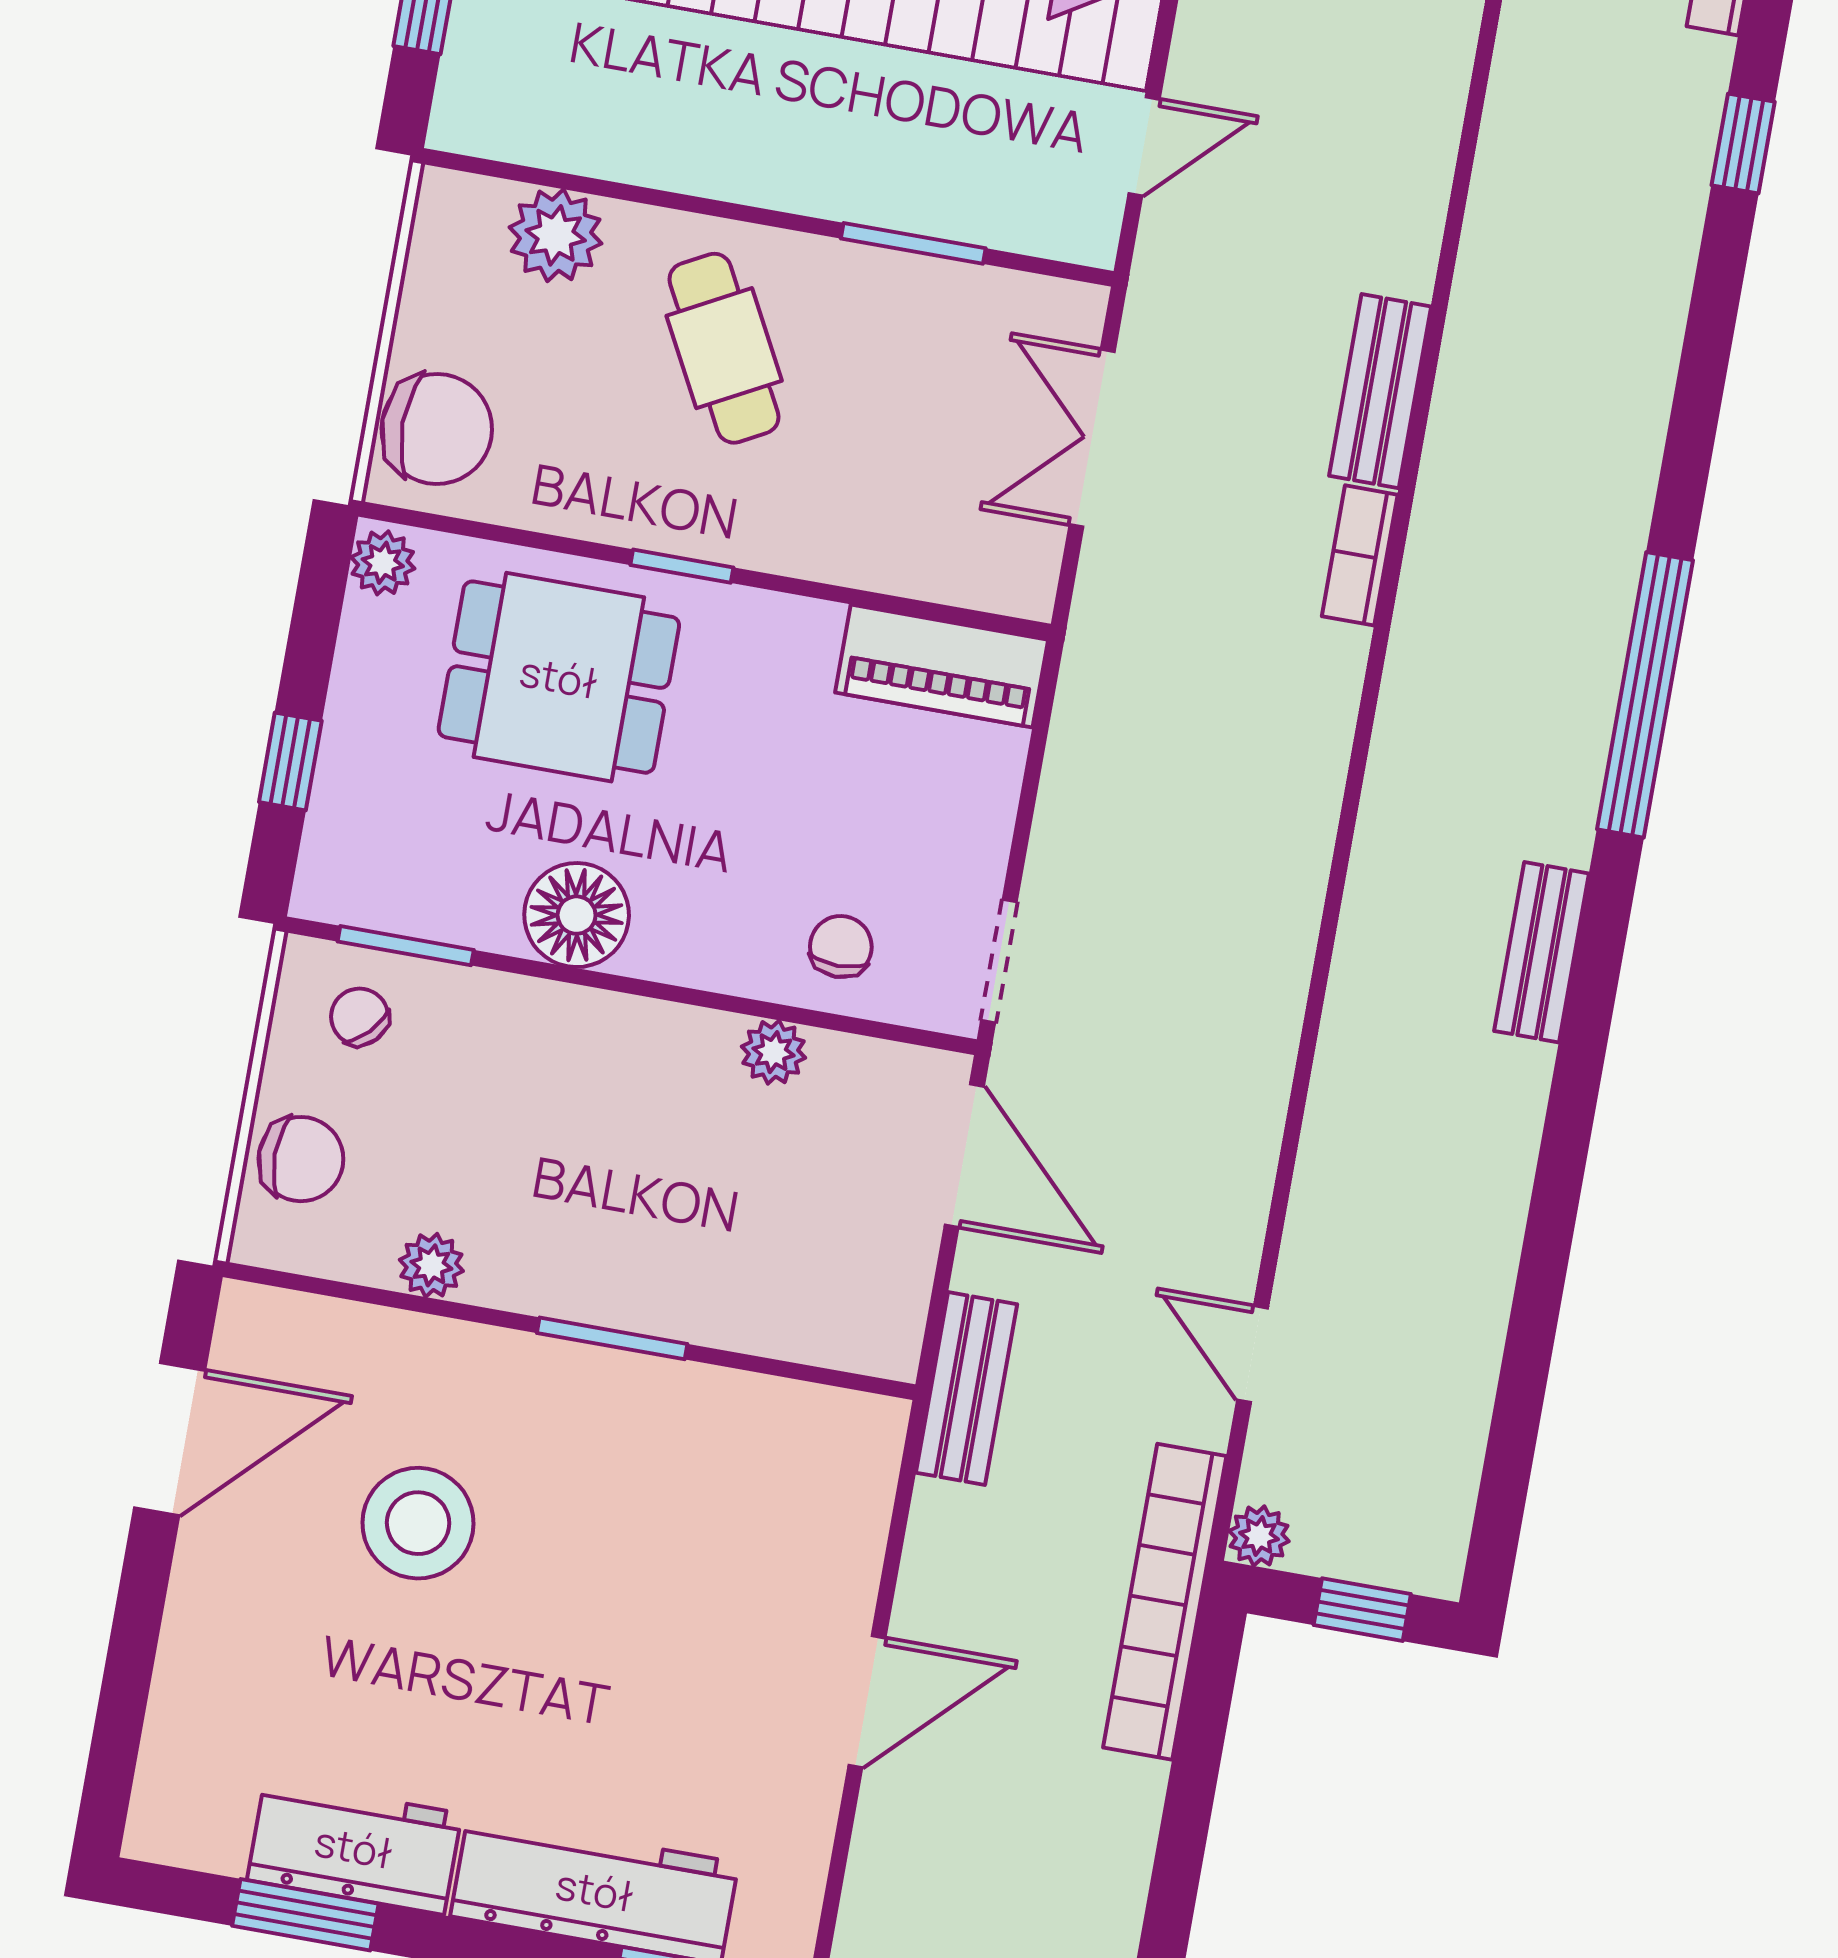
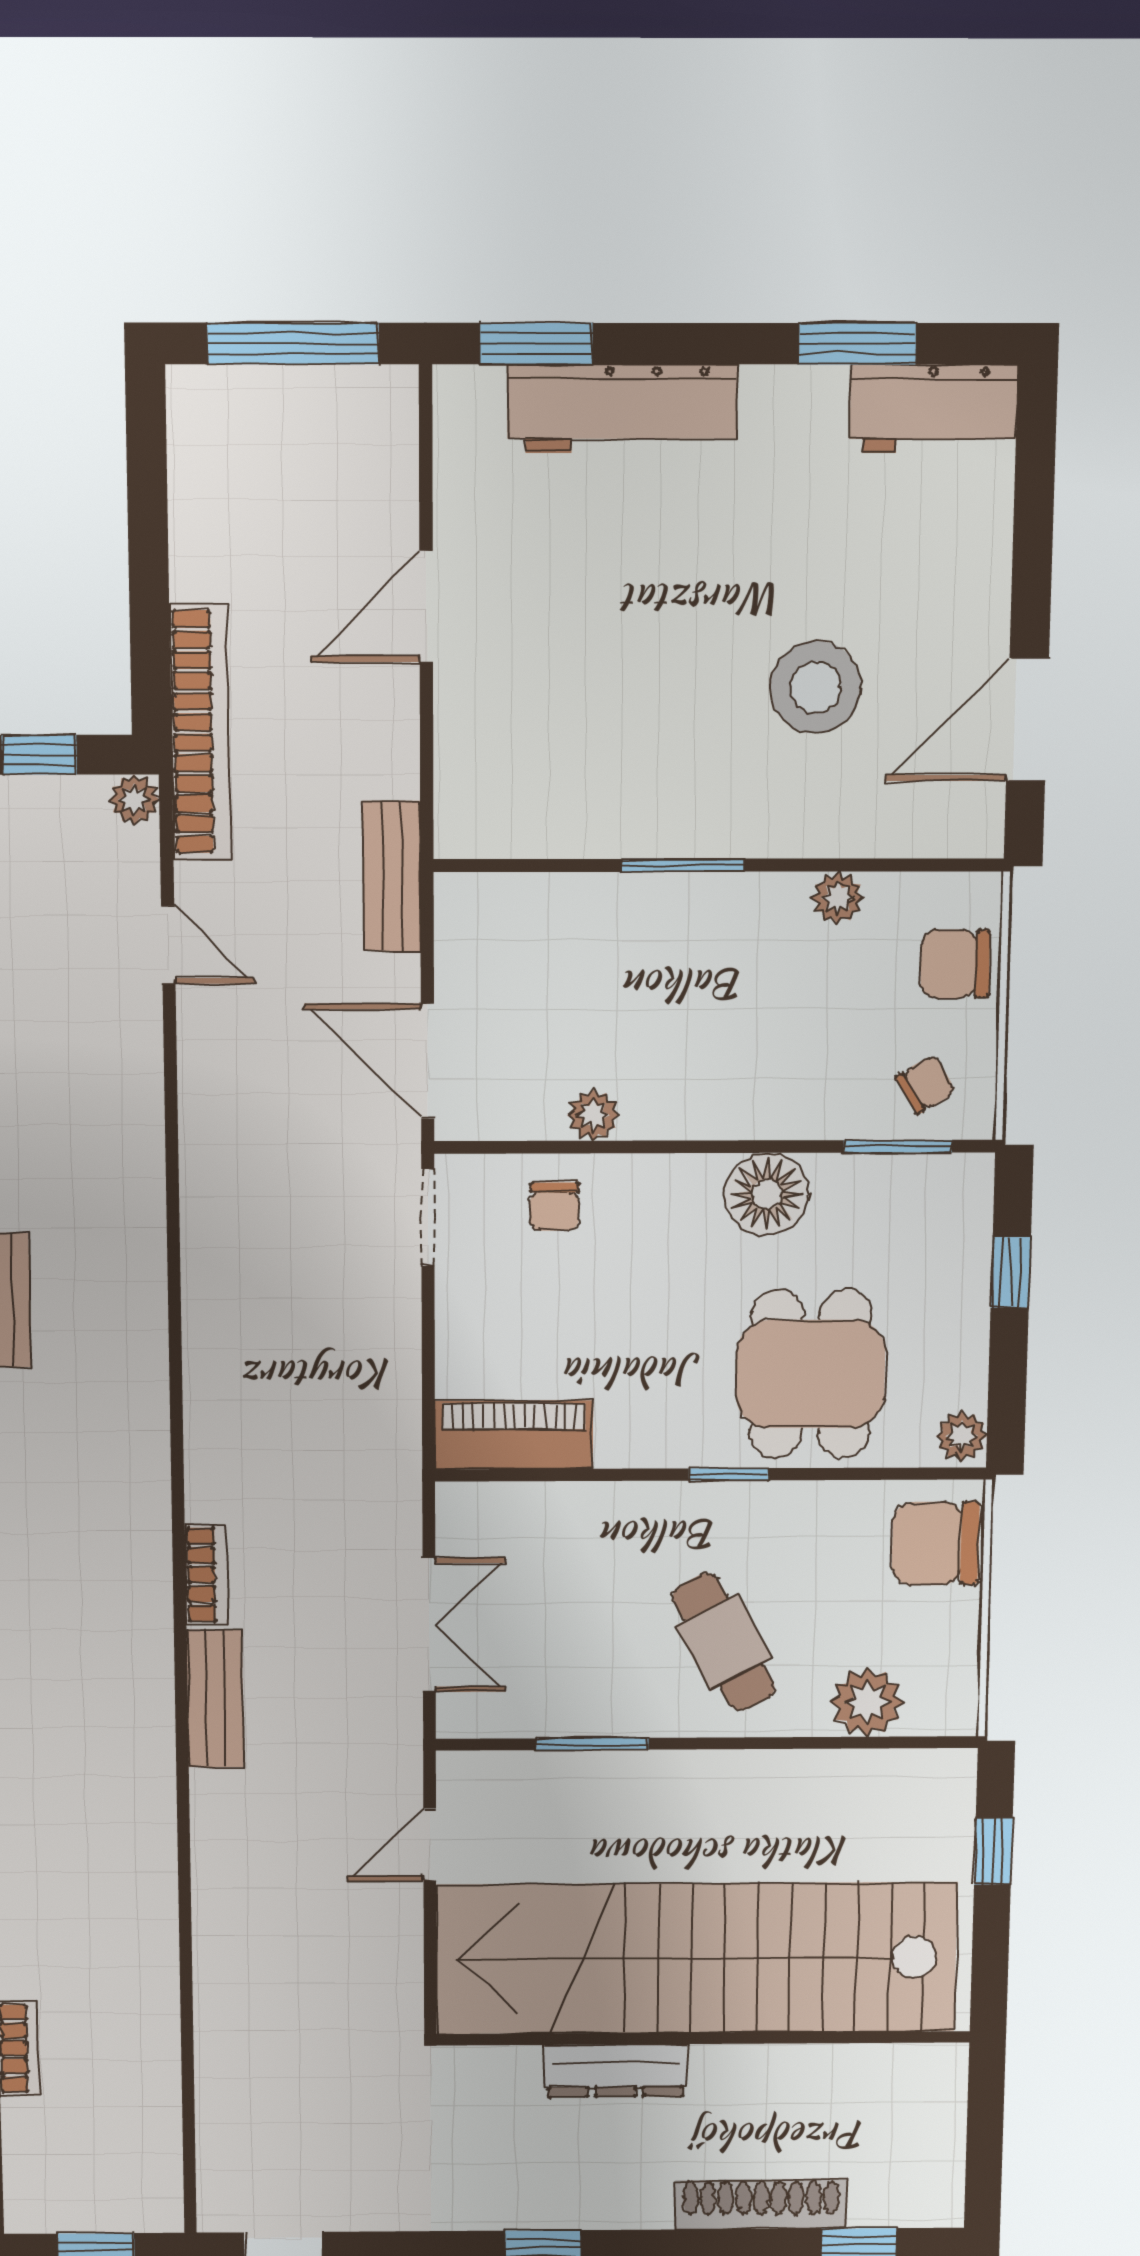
dining table: (559, 677) -> (811, 1374), turned 90
chair: (360, 1017) -> (926, 1084), turned -75
workbench: (354, 1847) -> (934, 409), moved

